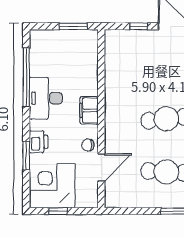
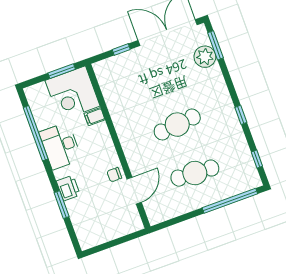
filing cabinet: (89, 110) -> (95, 117), moved, width x0.50
corner desk: (53, 186) -> (73, 93), moved, turned -90
window: (58, 211) -> (109, 245), removed

